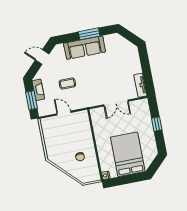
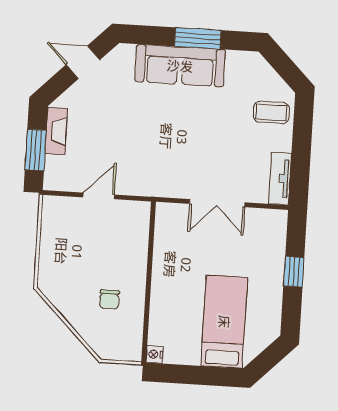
coffee table: (67, 83) -> (271, 112), moved
door: (64, 113) -> (99, 196), hinge flipped
bed: (128, 154) -> (224, 322), width x0.67

